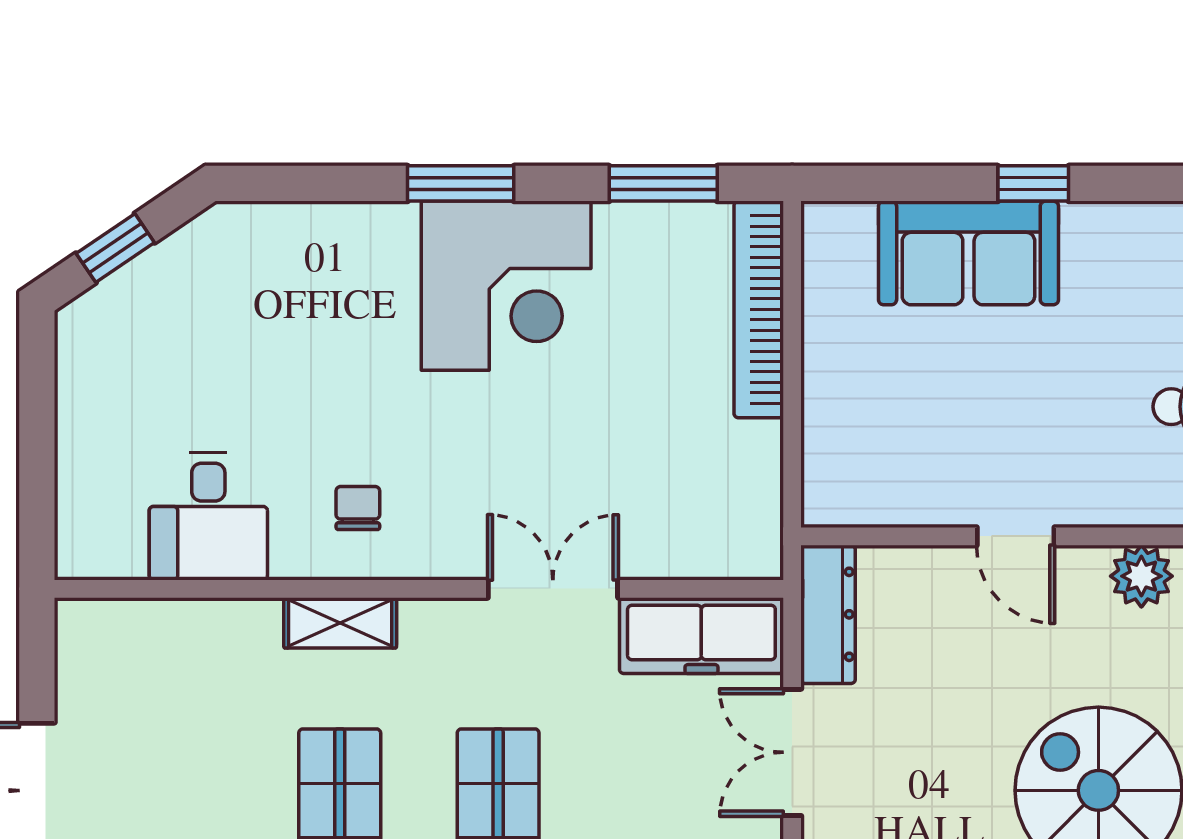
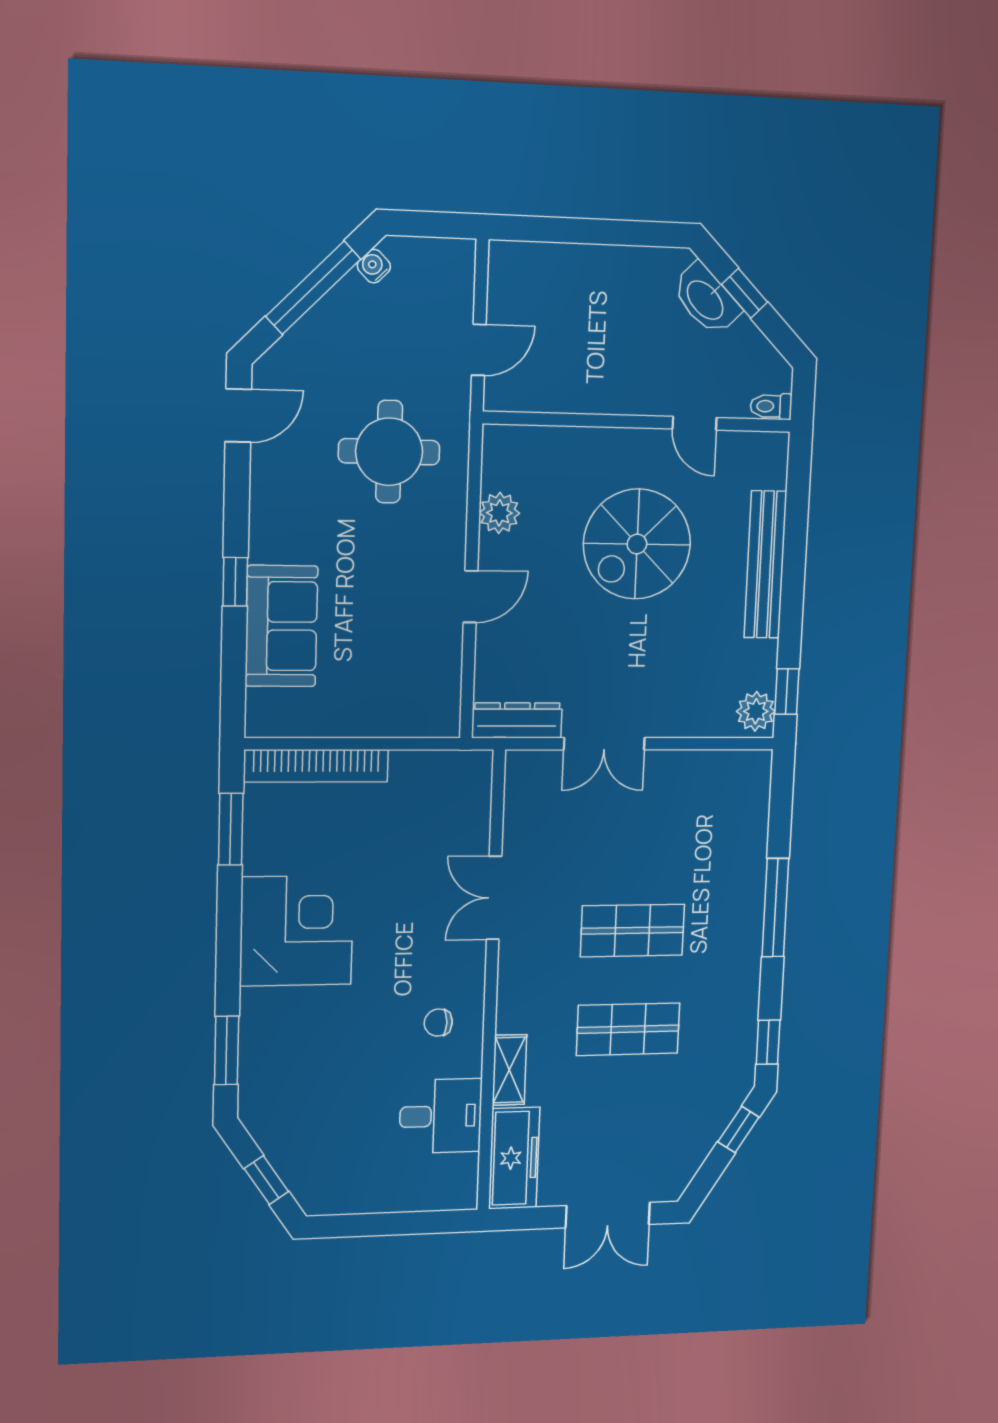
window: (461, 183) -> (227, 1050), moved
shelving: (340, 623) -> (509, 1070), moved
freezer: (701, 636) -> (514, 1158), moved

